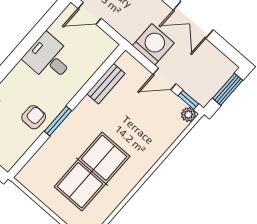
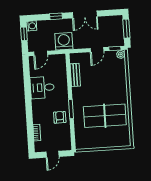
washing machine: (153, 44) -> (64, 41), moved
table tennis table: (92, 171) -> (105, 116), turned 90

